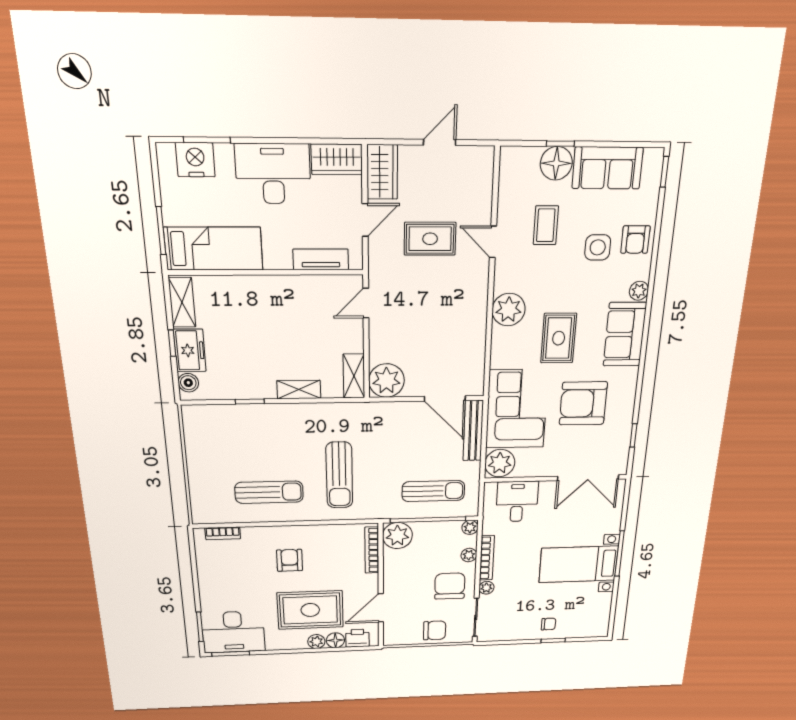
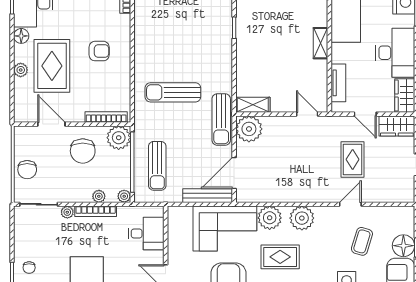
coffee table: (546, 225) -> (362, 241), turned -73
shelving: (299, 390) -> (321, 43), moved
plant: (500, 463) -> (270, 218), moved
sun lounger: (269, 492) -> (221, 119), moved
chair: (450, 586) -> (83, 151), moved, turned 90
printer: (357, 638) -> (22, 104), removed
floor lamp: (335, 640) -> (21, 36), moved

